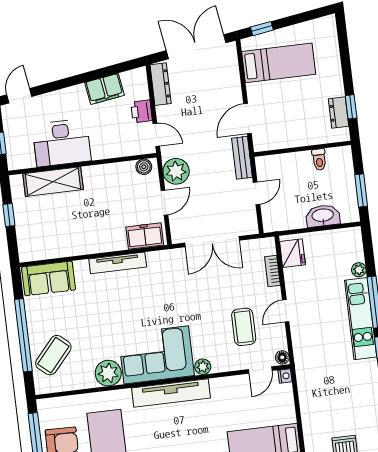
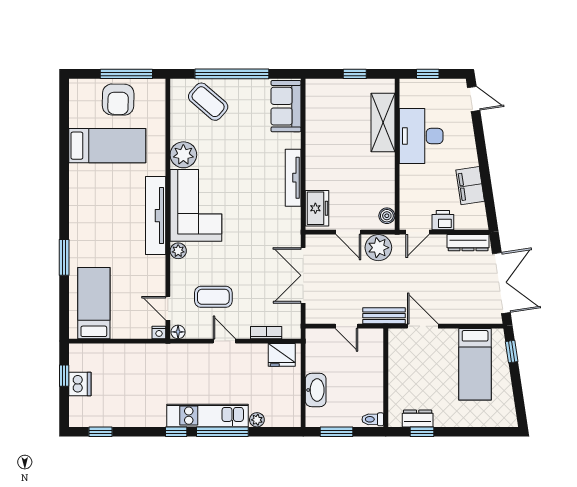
toilet: (319, 160) -> (373, 419), moved

